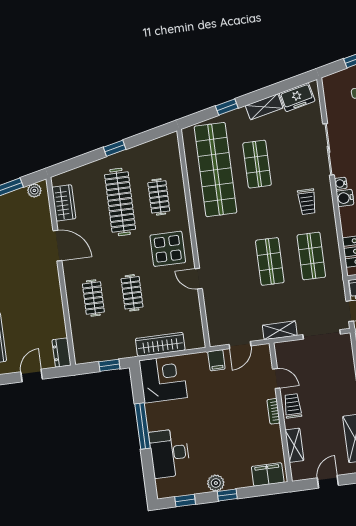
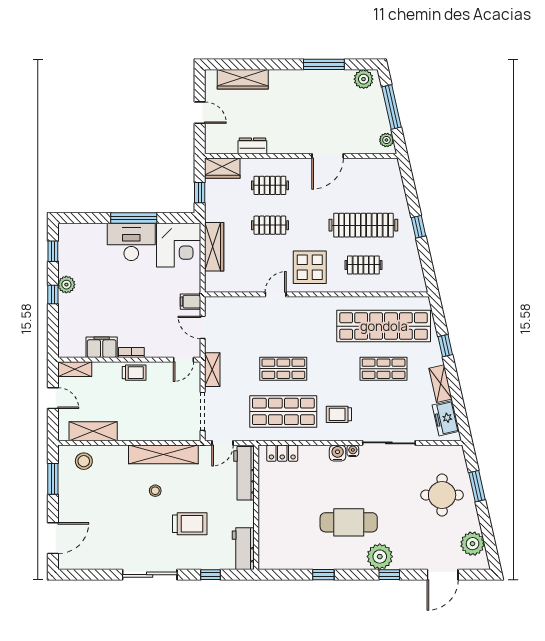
wardrobe: (64, 203) -> (222, 168), moved
shop shelf: (311, 256) -> (283, 411), width x1.43, depth x1.36
dresser: (61, 352) -> (252, 146), moved
door: (276, 378) -> (183, 360), moved
shelving: (294, 445) -> (75, 369), moved
desk: (170, 453) -> (131, 242), moved
filing cabinet: (268, 474) -> (102, 347), moved, turned -90

